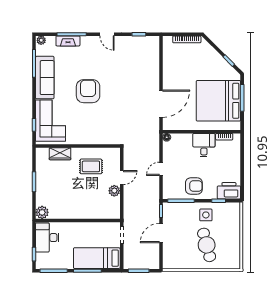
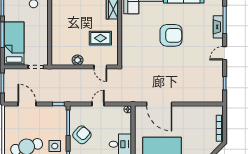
fireplace: (68, 41) -> (218, 27), moved
rug: (91, 166) -> (100, 38), turned 90
door: (161, 169) -> (98, 104), hinge flipped
door: (122, 178) -> (100, 67), moved
armchair: (194, 186) -> (82, 135), turned -137
door: (161, 233) -> (27, 104), moved

